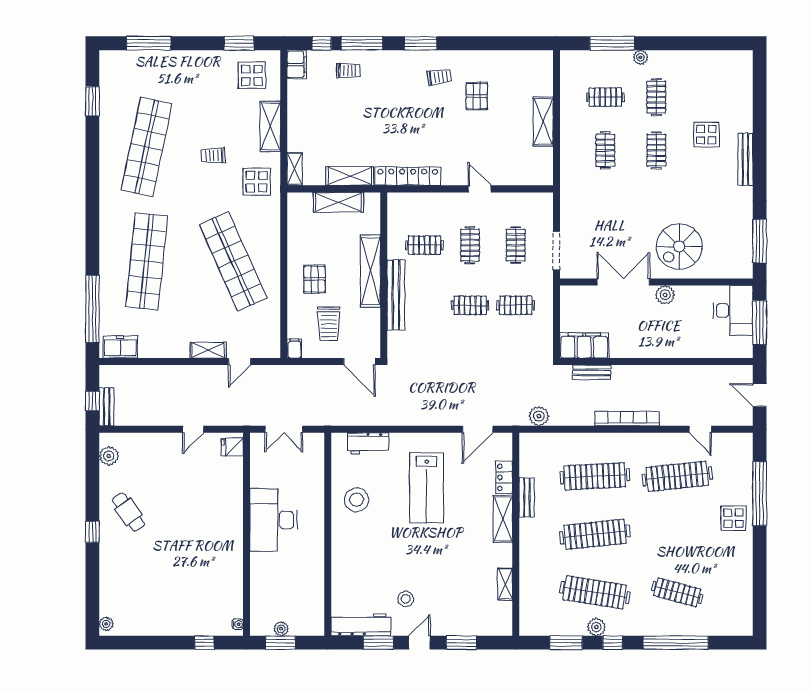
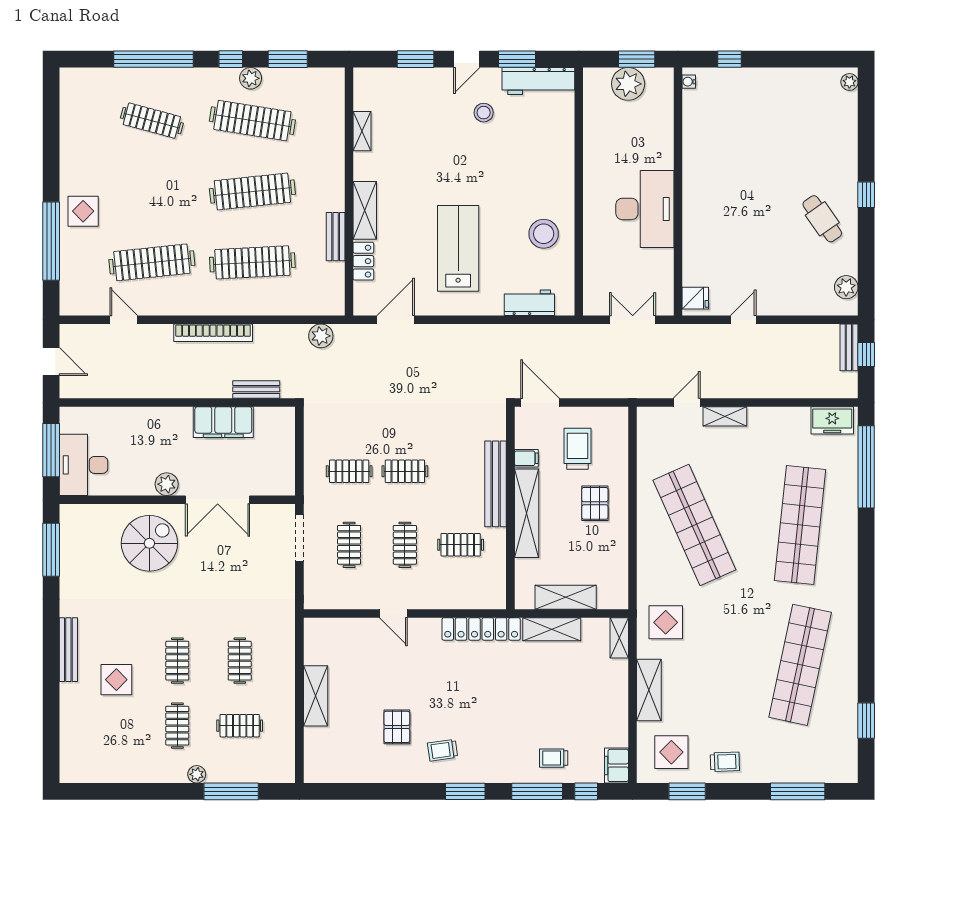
trolley: (213, 156) -> (725, 762), moved
filing cabinet: (584, 346) -> (223, 422), moved
filing cabinet: (294, 349) -> (526, 458), moved, turned -90
plant: (281, 629) -> (628, 84), width x1.88, depth x1.88

